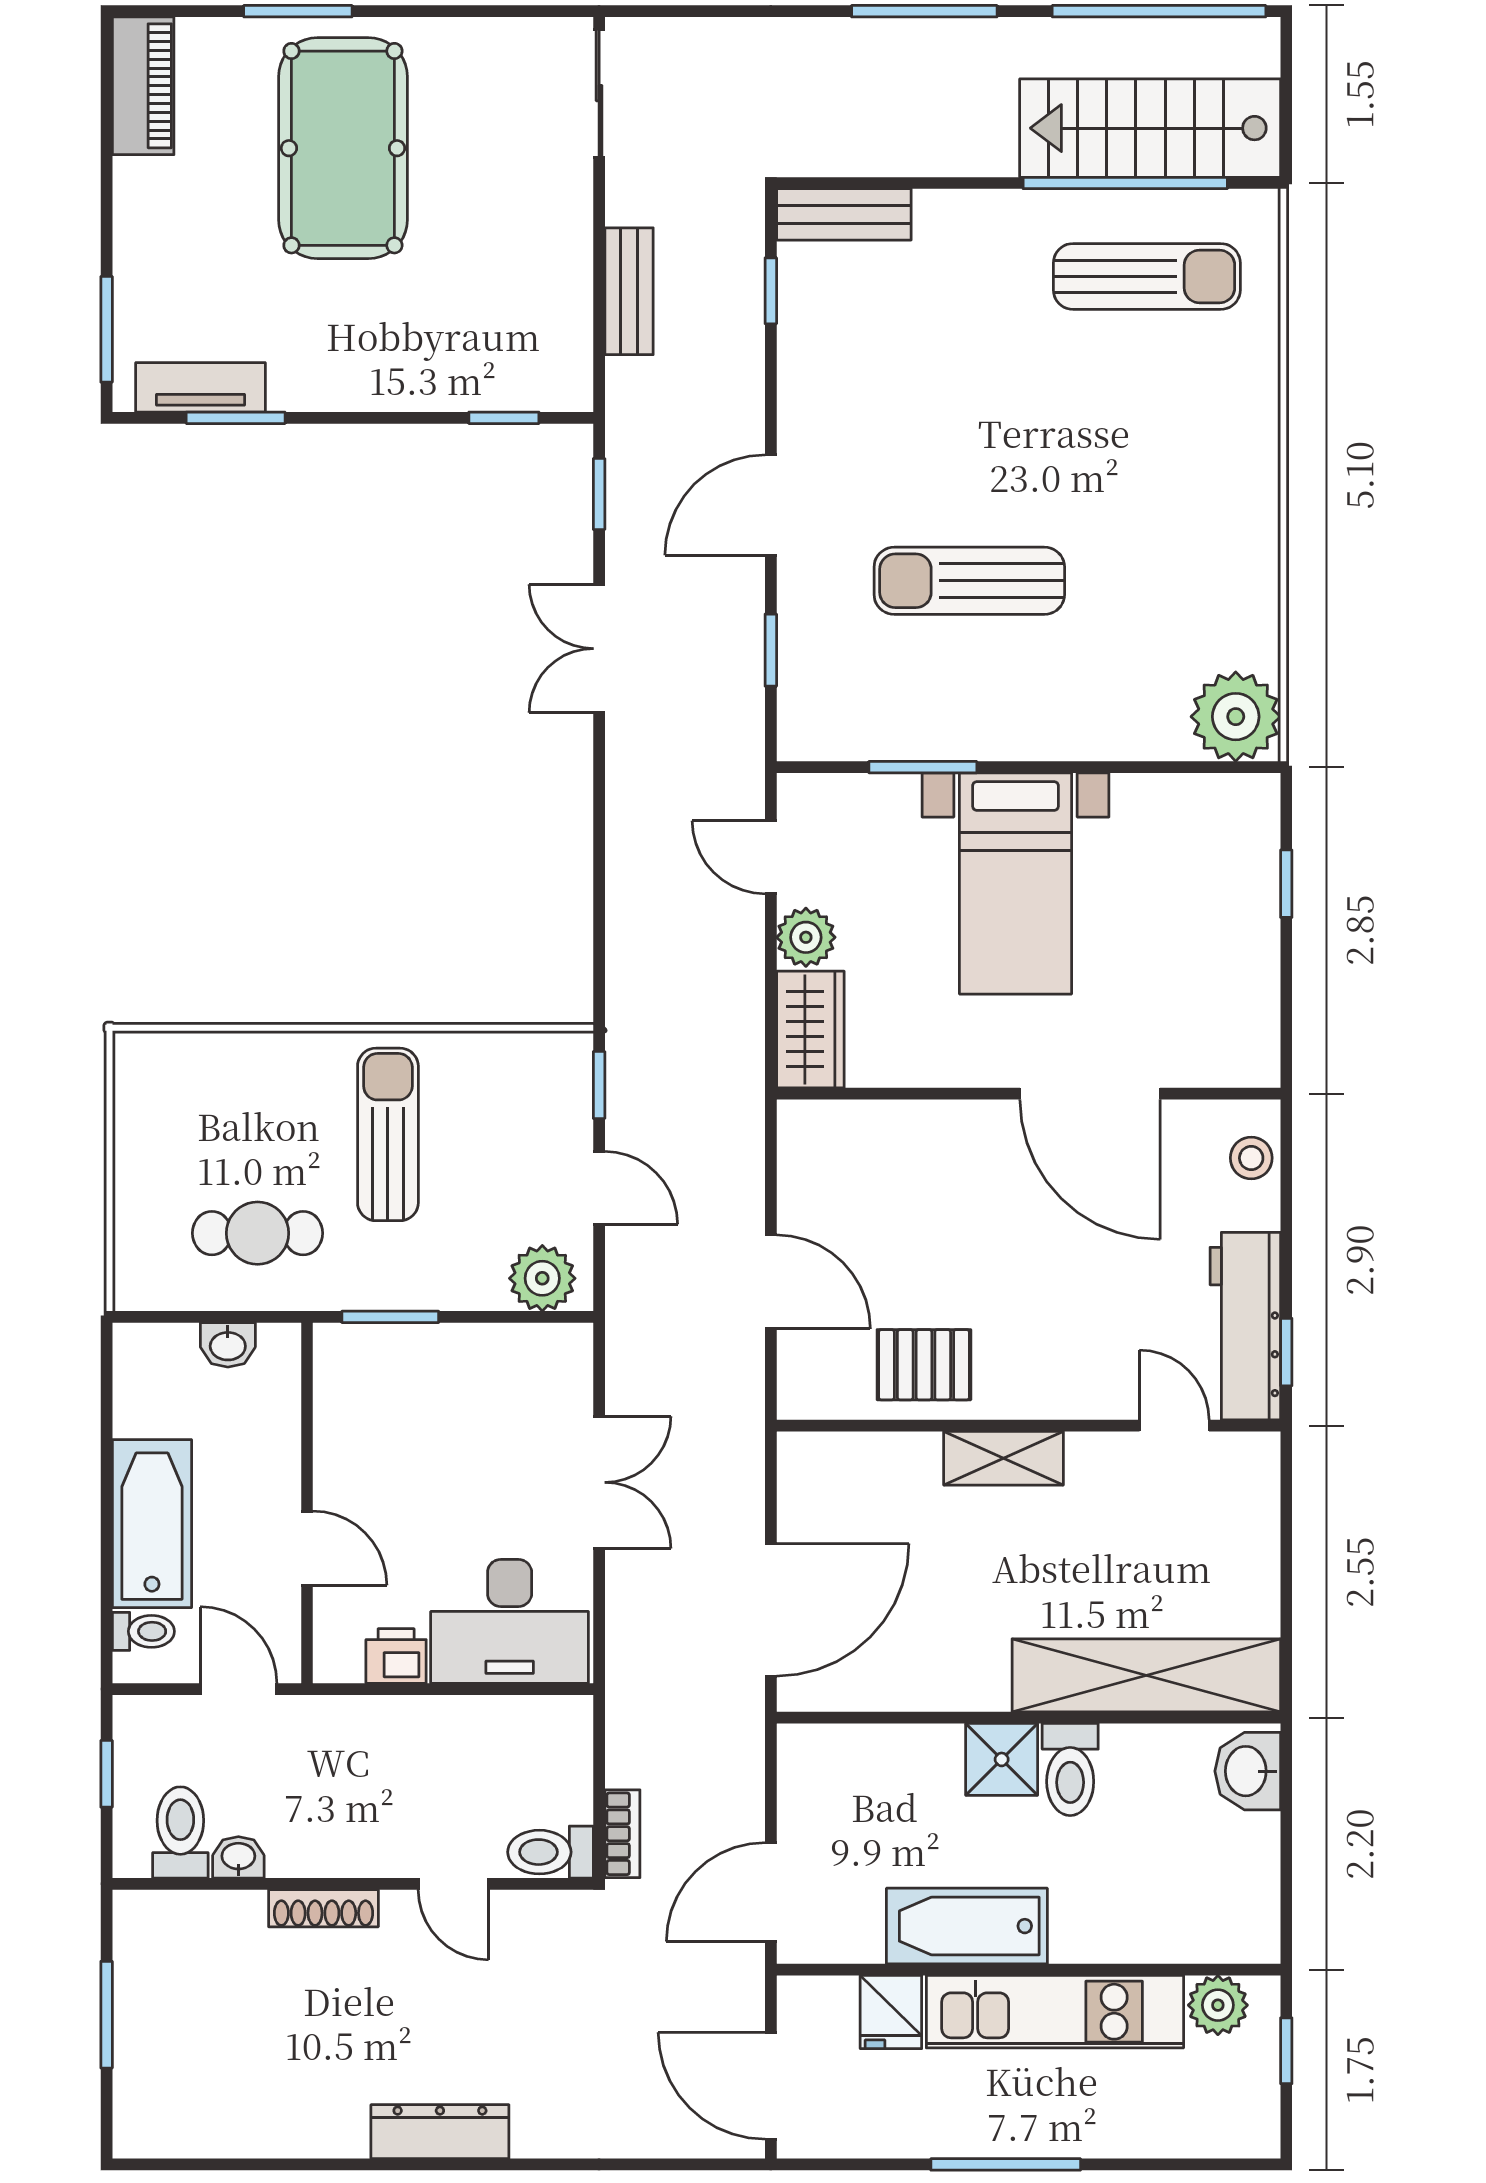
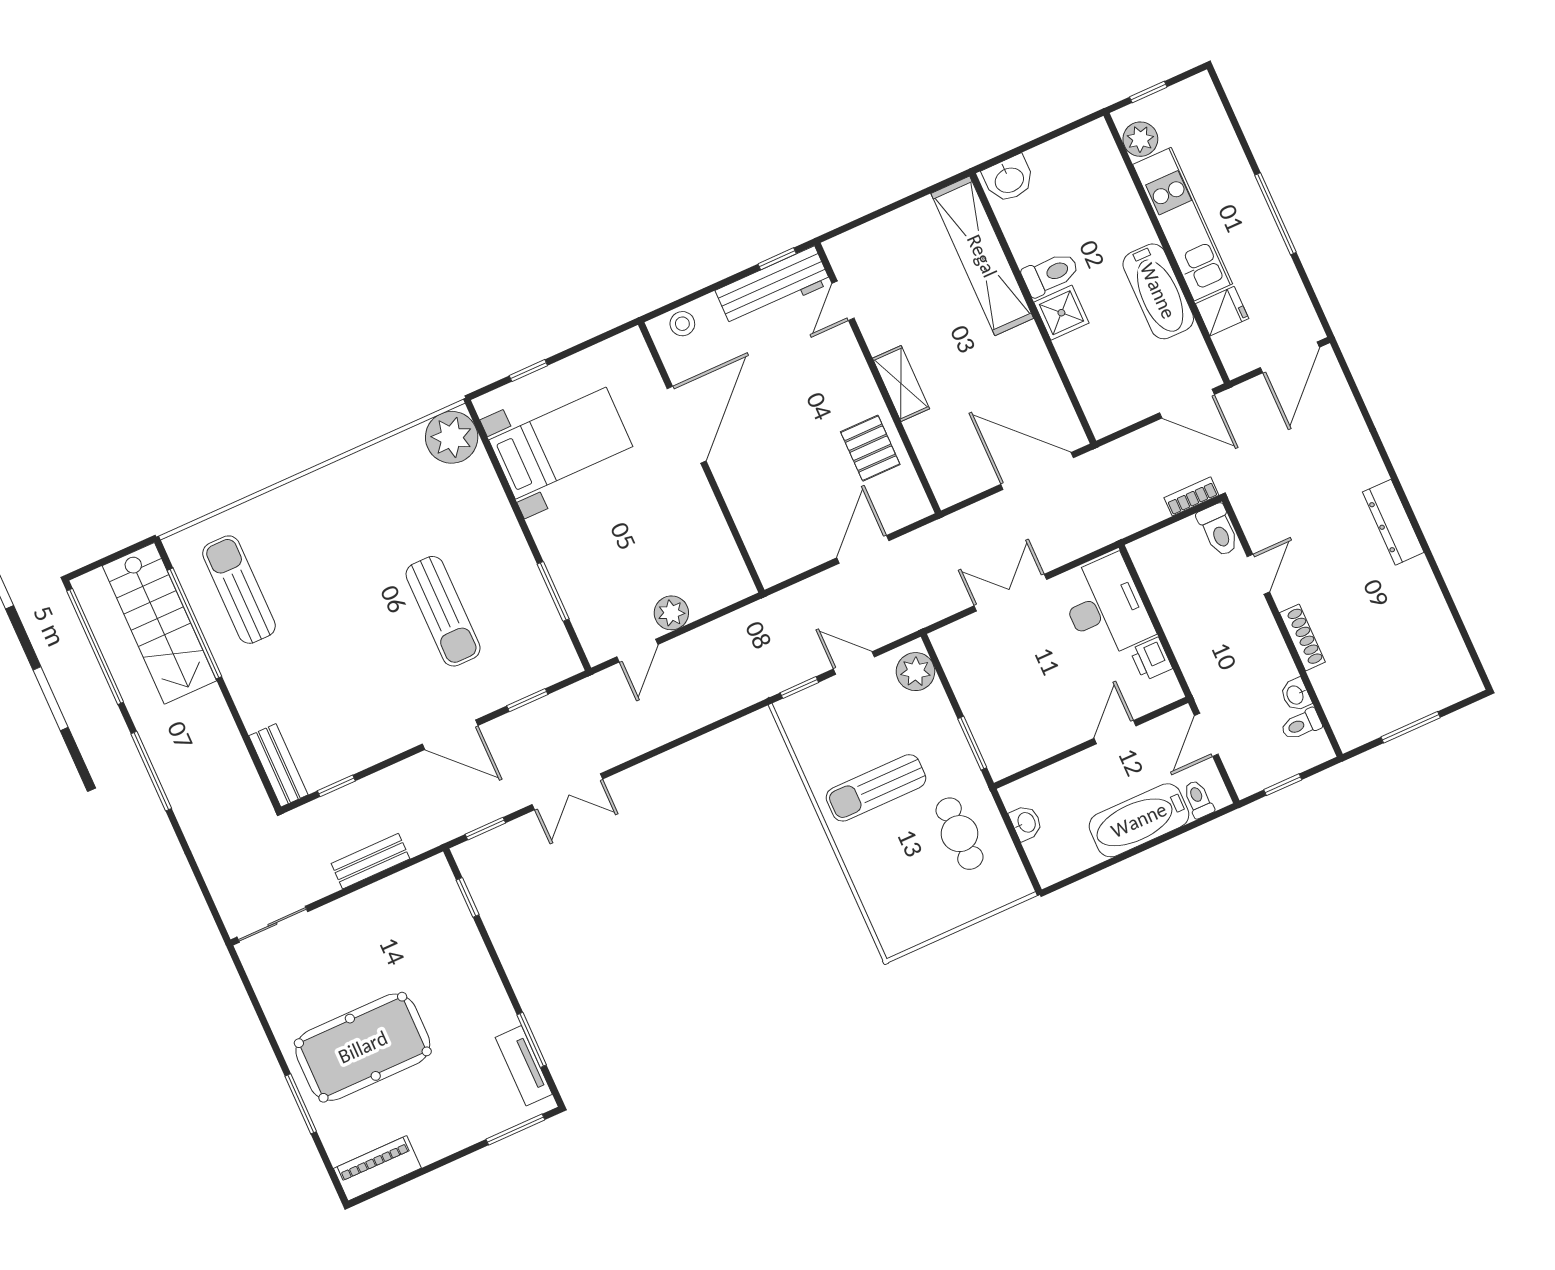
bed with nightstands: (1015, 883) -> (561, 443), moved
wardrobe: (810, 1029) -> (719, 589), removed
door: (599, 1188) -> (854, 663), hinge flipped
toilet: (180, 1832) -> (1301, 724), width x0.73, depth x0.72

